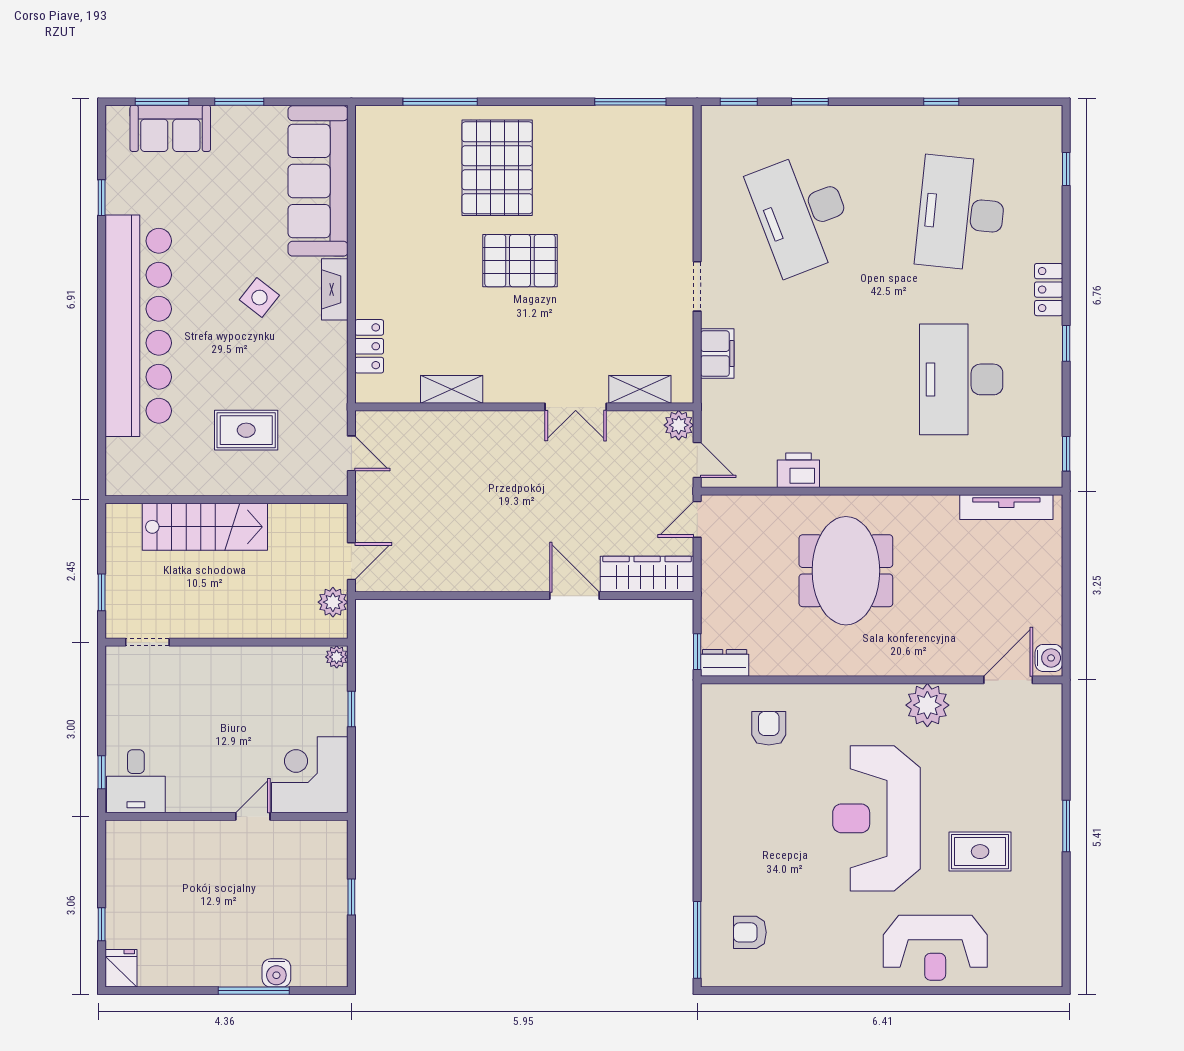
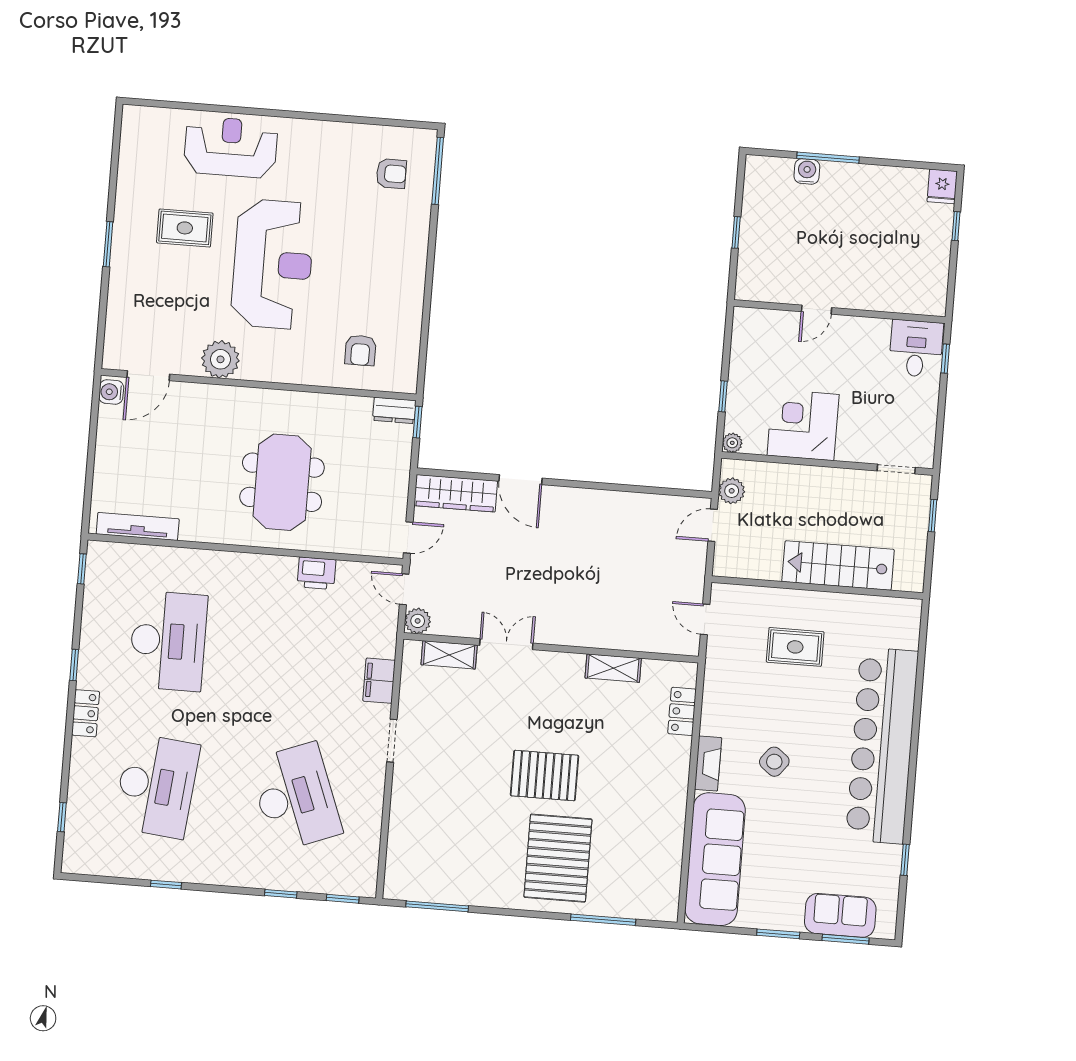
corner desk: (310, 775) -> (803, 425), moved, turned 180

